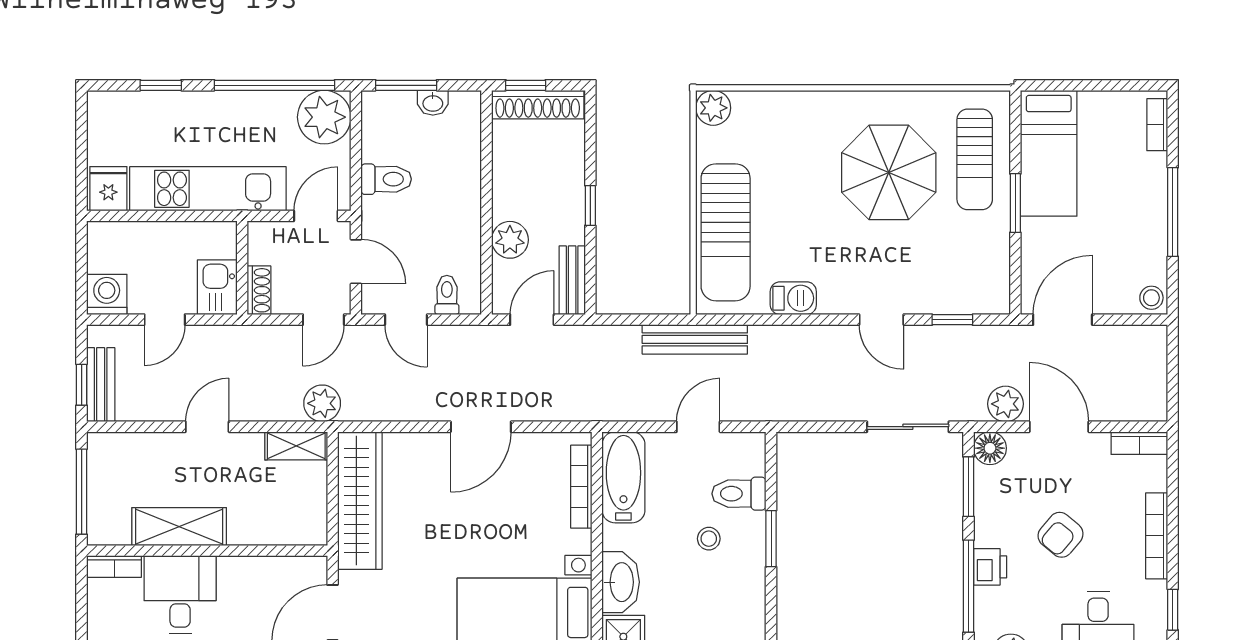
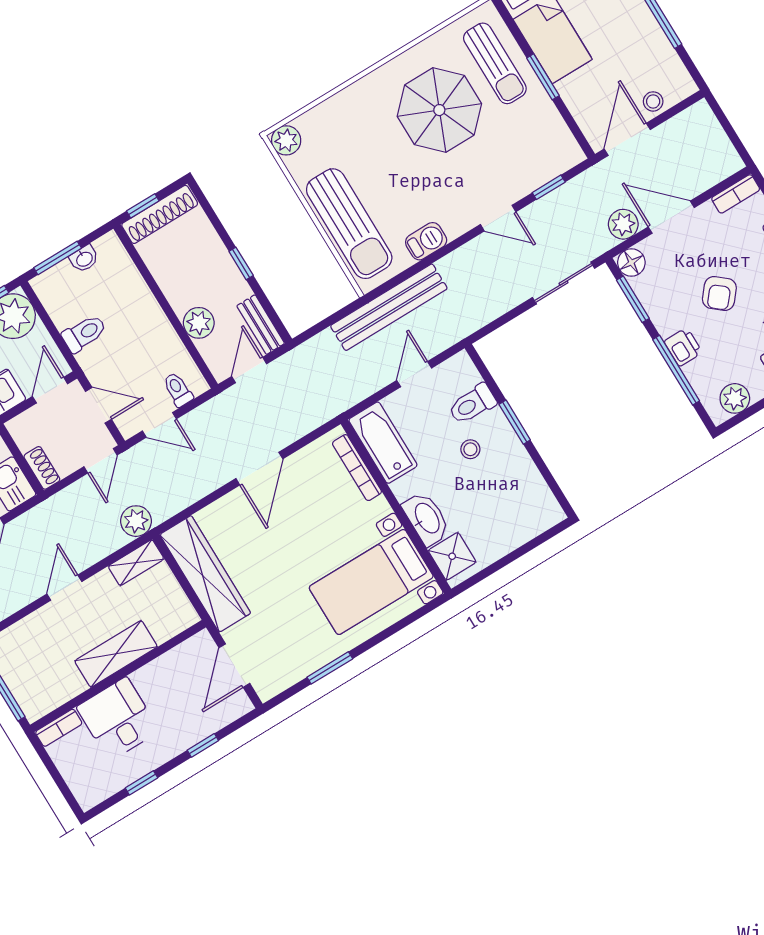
stool: (1151, 298) -> (653, 101), moved
bench: (695, 339) -> (389, 307), width x1.37, depth x1.21
shelving: (179, 527) -> (116, 654), moved

